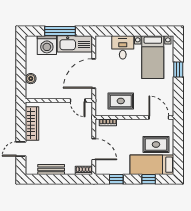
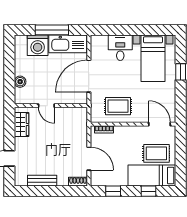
door: (78, 100) -> (46, 106), moved
wardrobe: (32, 124) -> (21, 124), width x0.67

